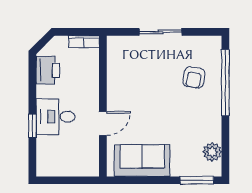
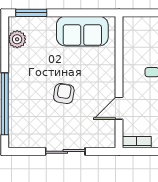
armchair: (194, 77) -> (64, 94), moved
door: (103, 123) -> (119, 108), moved

